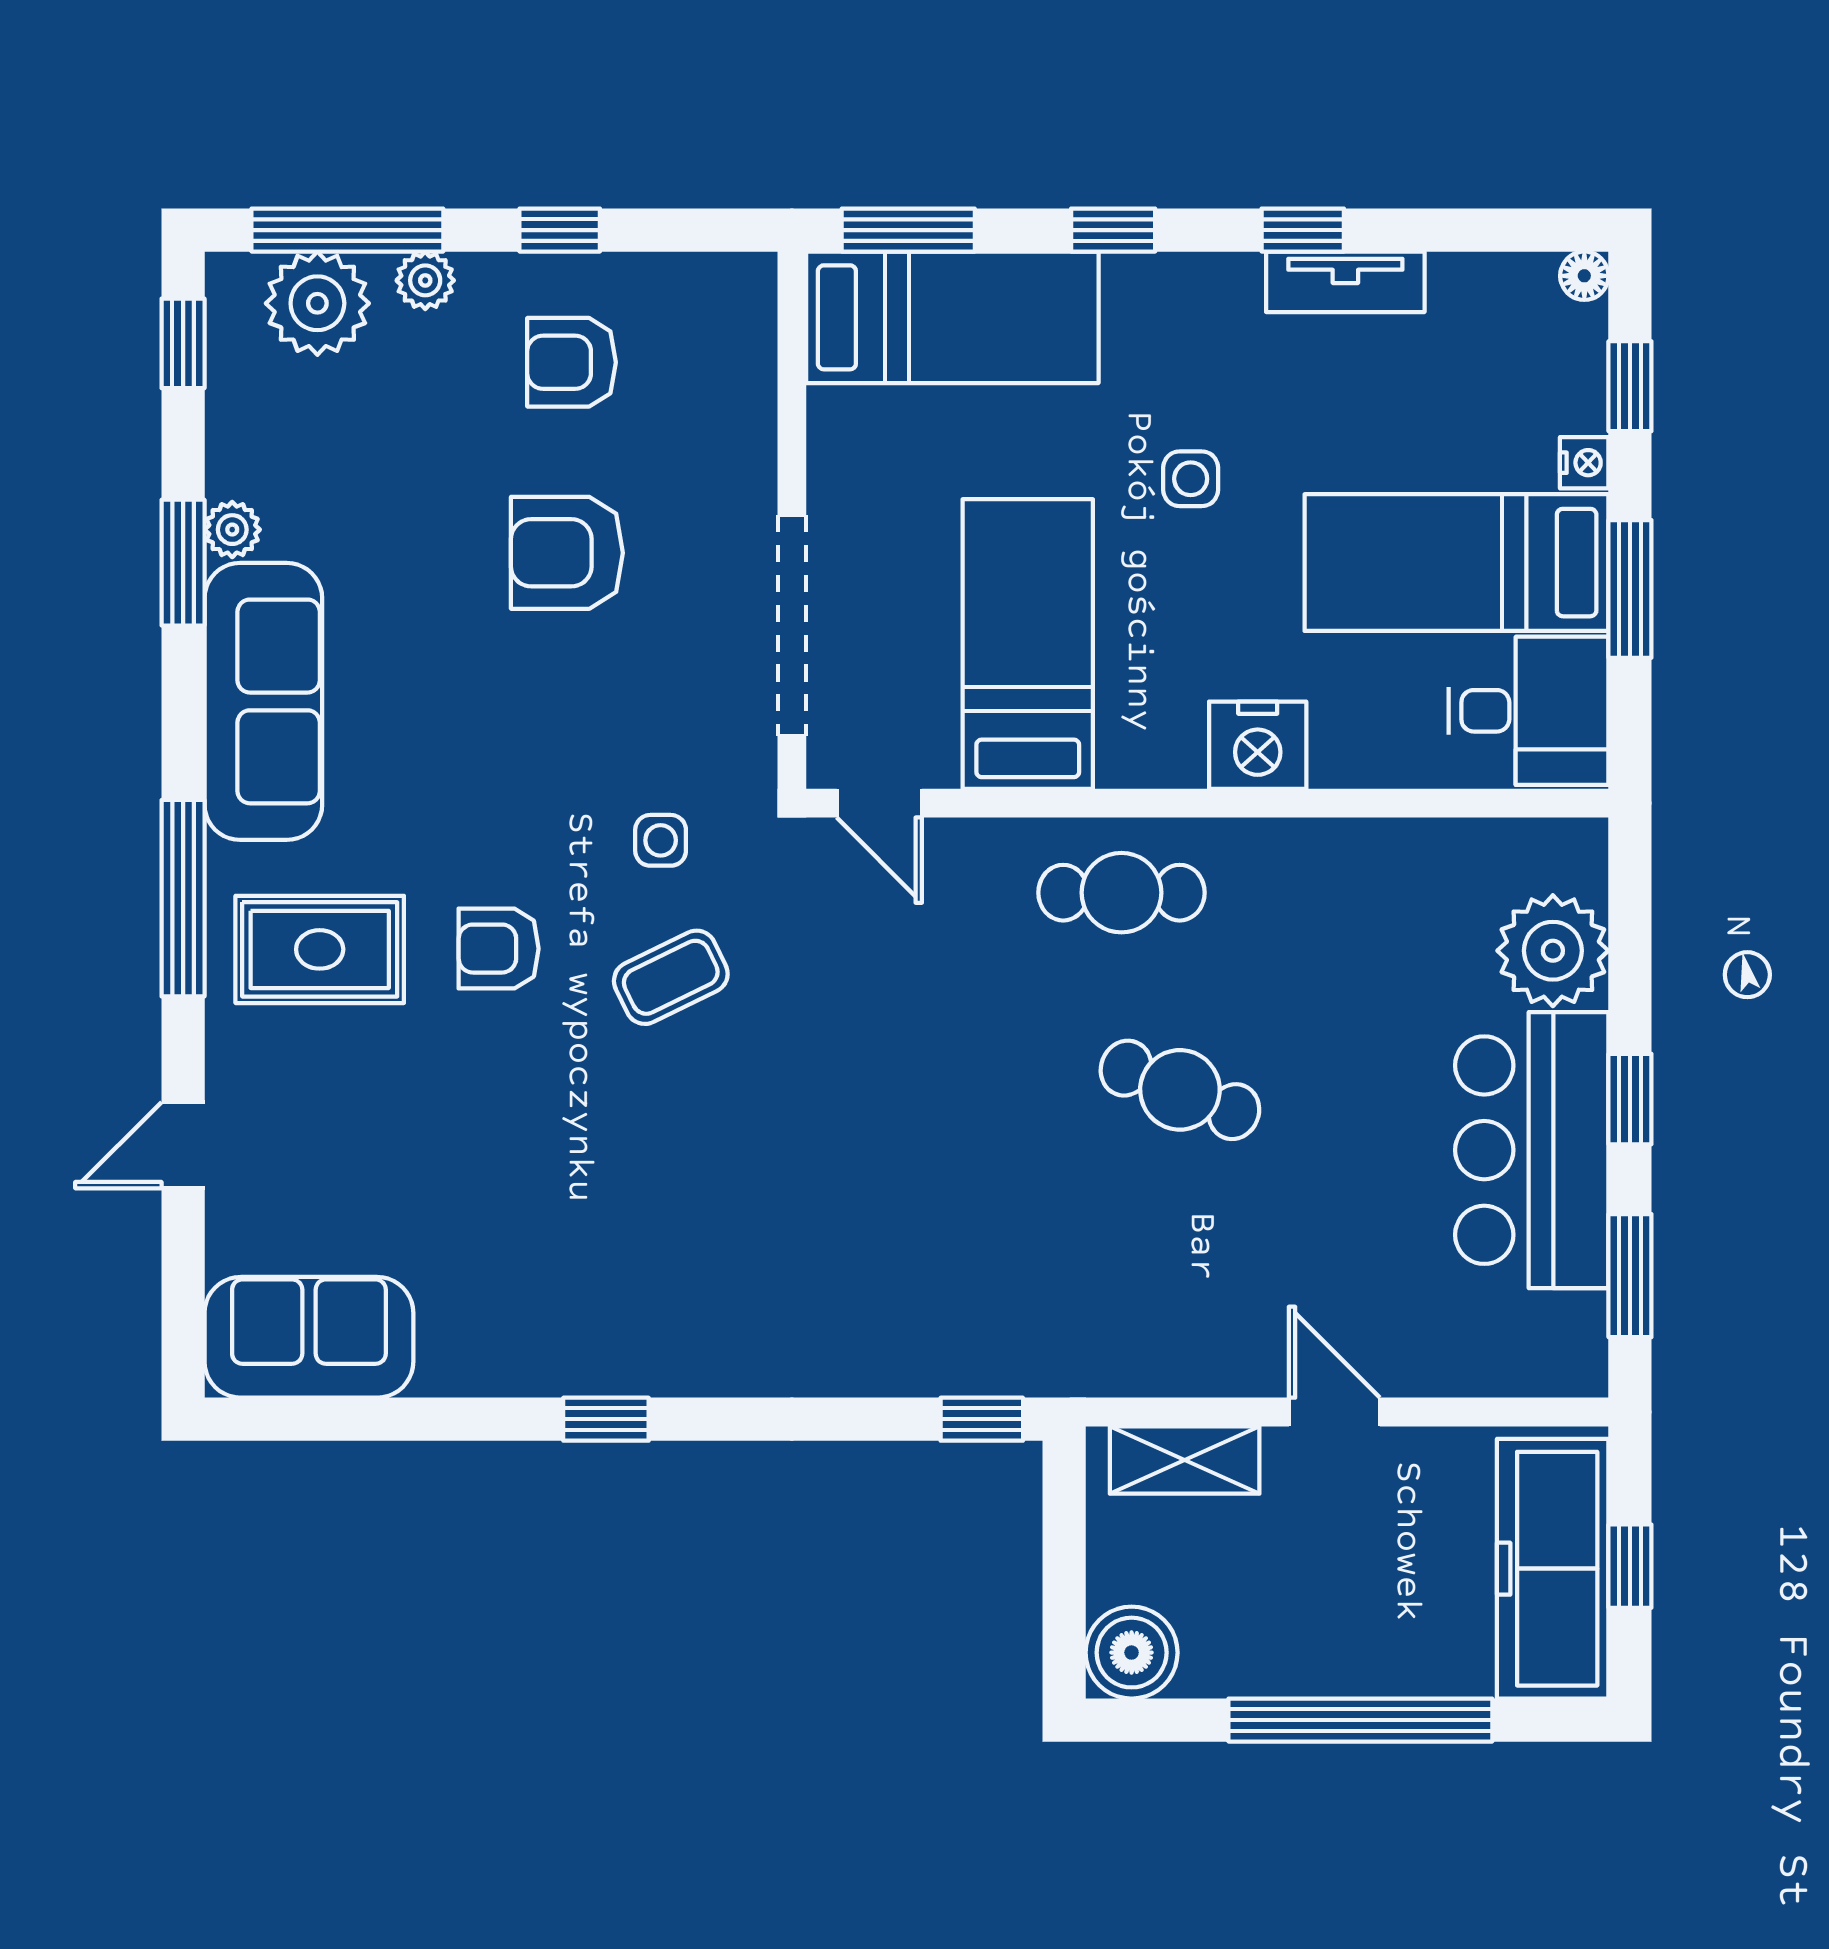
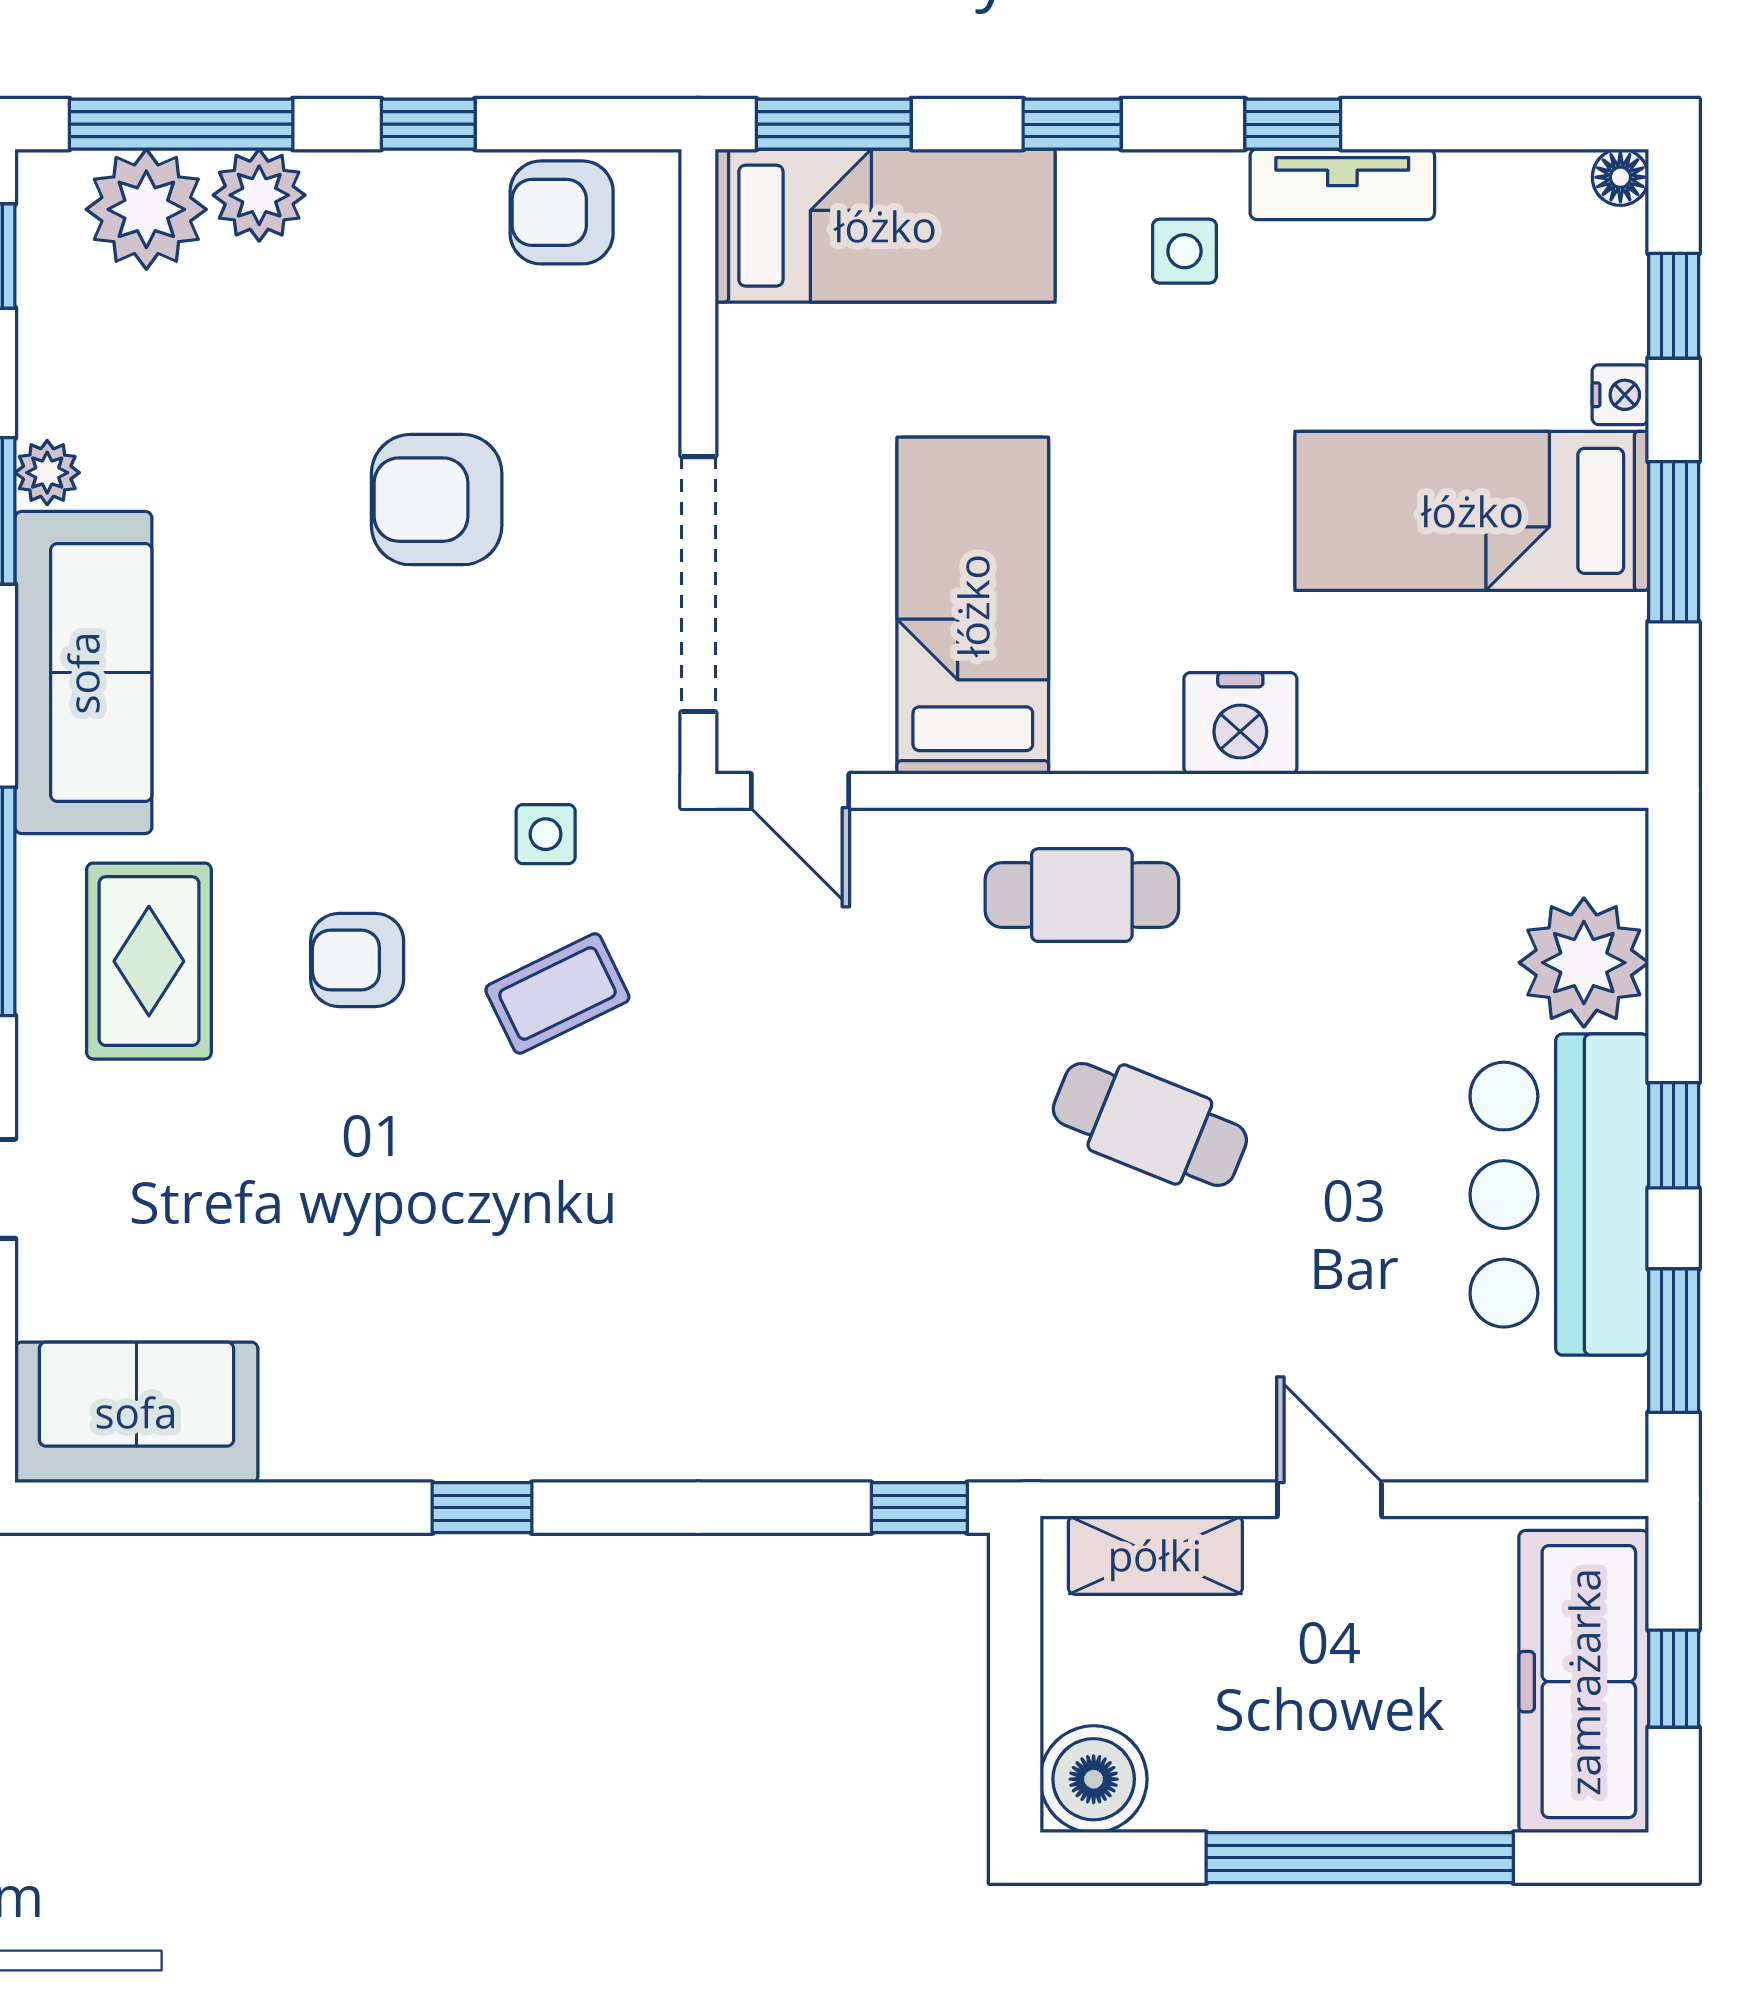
plant: (425, 280) -> (259, 195), width x1.38, depth x1.38
armchair: (572, 362) -> (562, 212), moved
side table: (1191, 479) -> (1185, 251), moved
desk: (1529, 711) -> (1555, 683), removed
rug: (320, 949) -> (149, 961), turned 90

